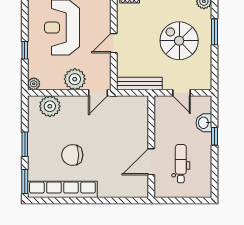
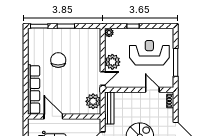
door: (114, 43) -> (152, 90), moved
door: (98, 93) -> (103, 78), swing flipped
plant: (50, 106) -> (93, 101), moved
row of seats: (62, 189) -> (34, 90), moved

